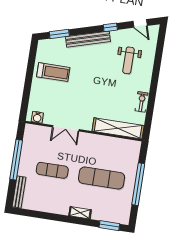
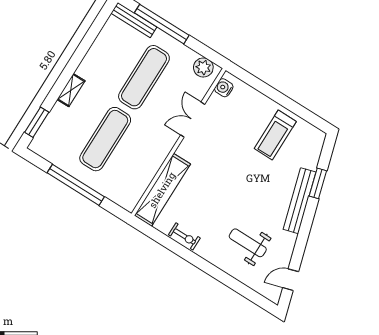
window: (110, 27) -> (303, 237), removed
window: (59, 34) -> (318, 183), moved
plant: (30, 136) -> (203, 67), added
window: (16, 160) -> (162, 24), moved
exercise mat: (52, 170) -> (144, 77), width x1.36, depth x1.45

